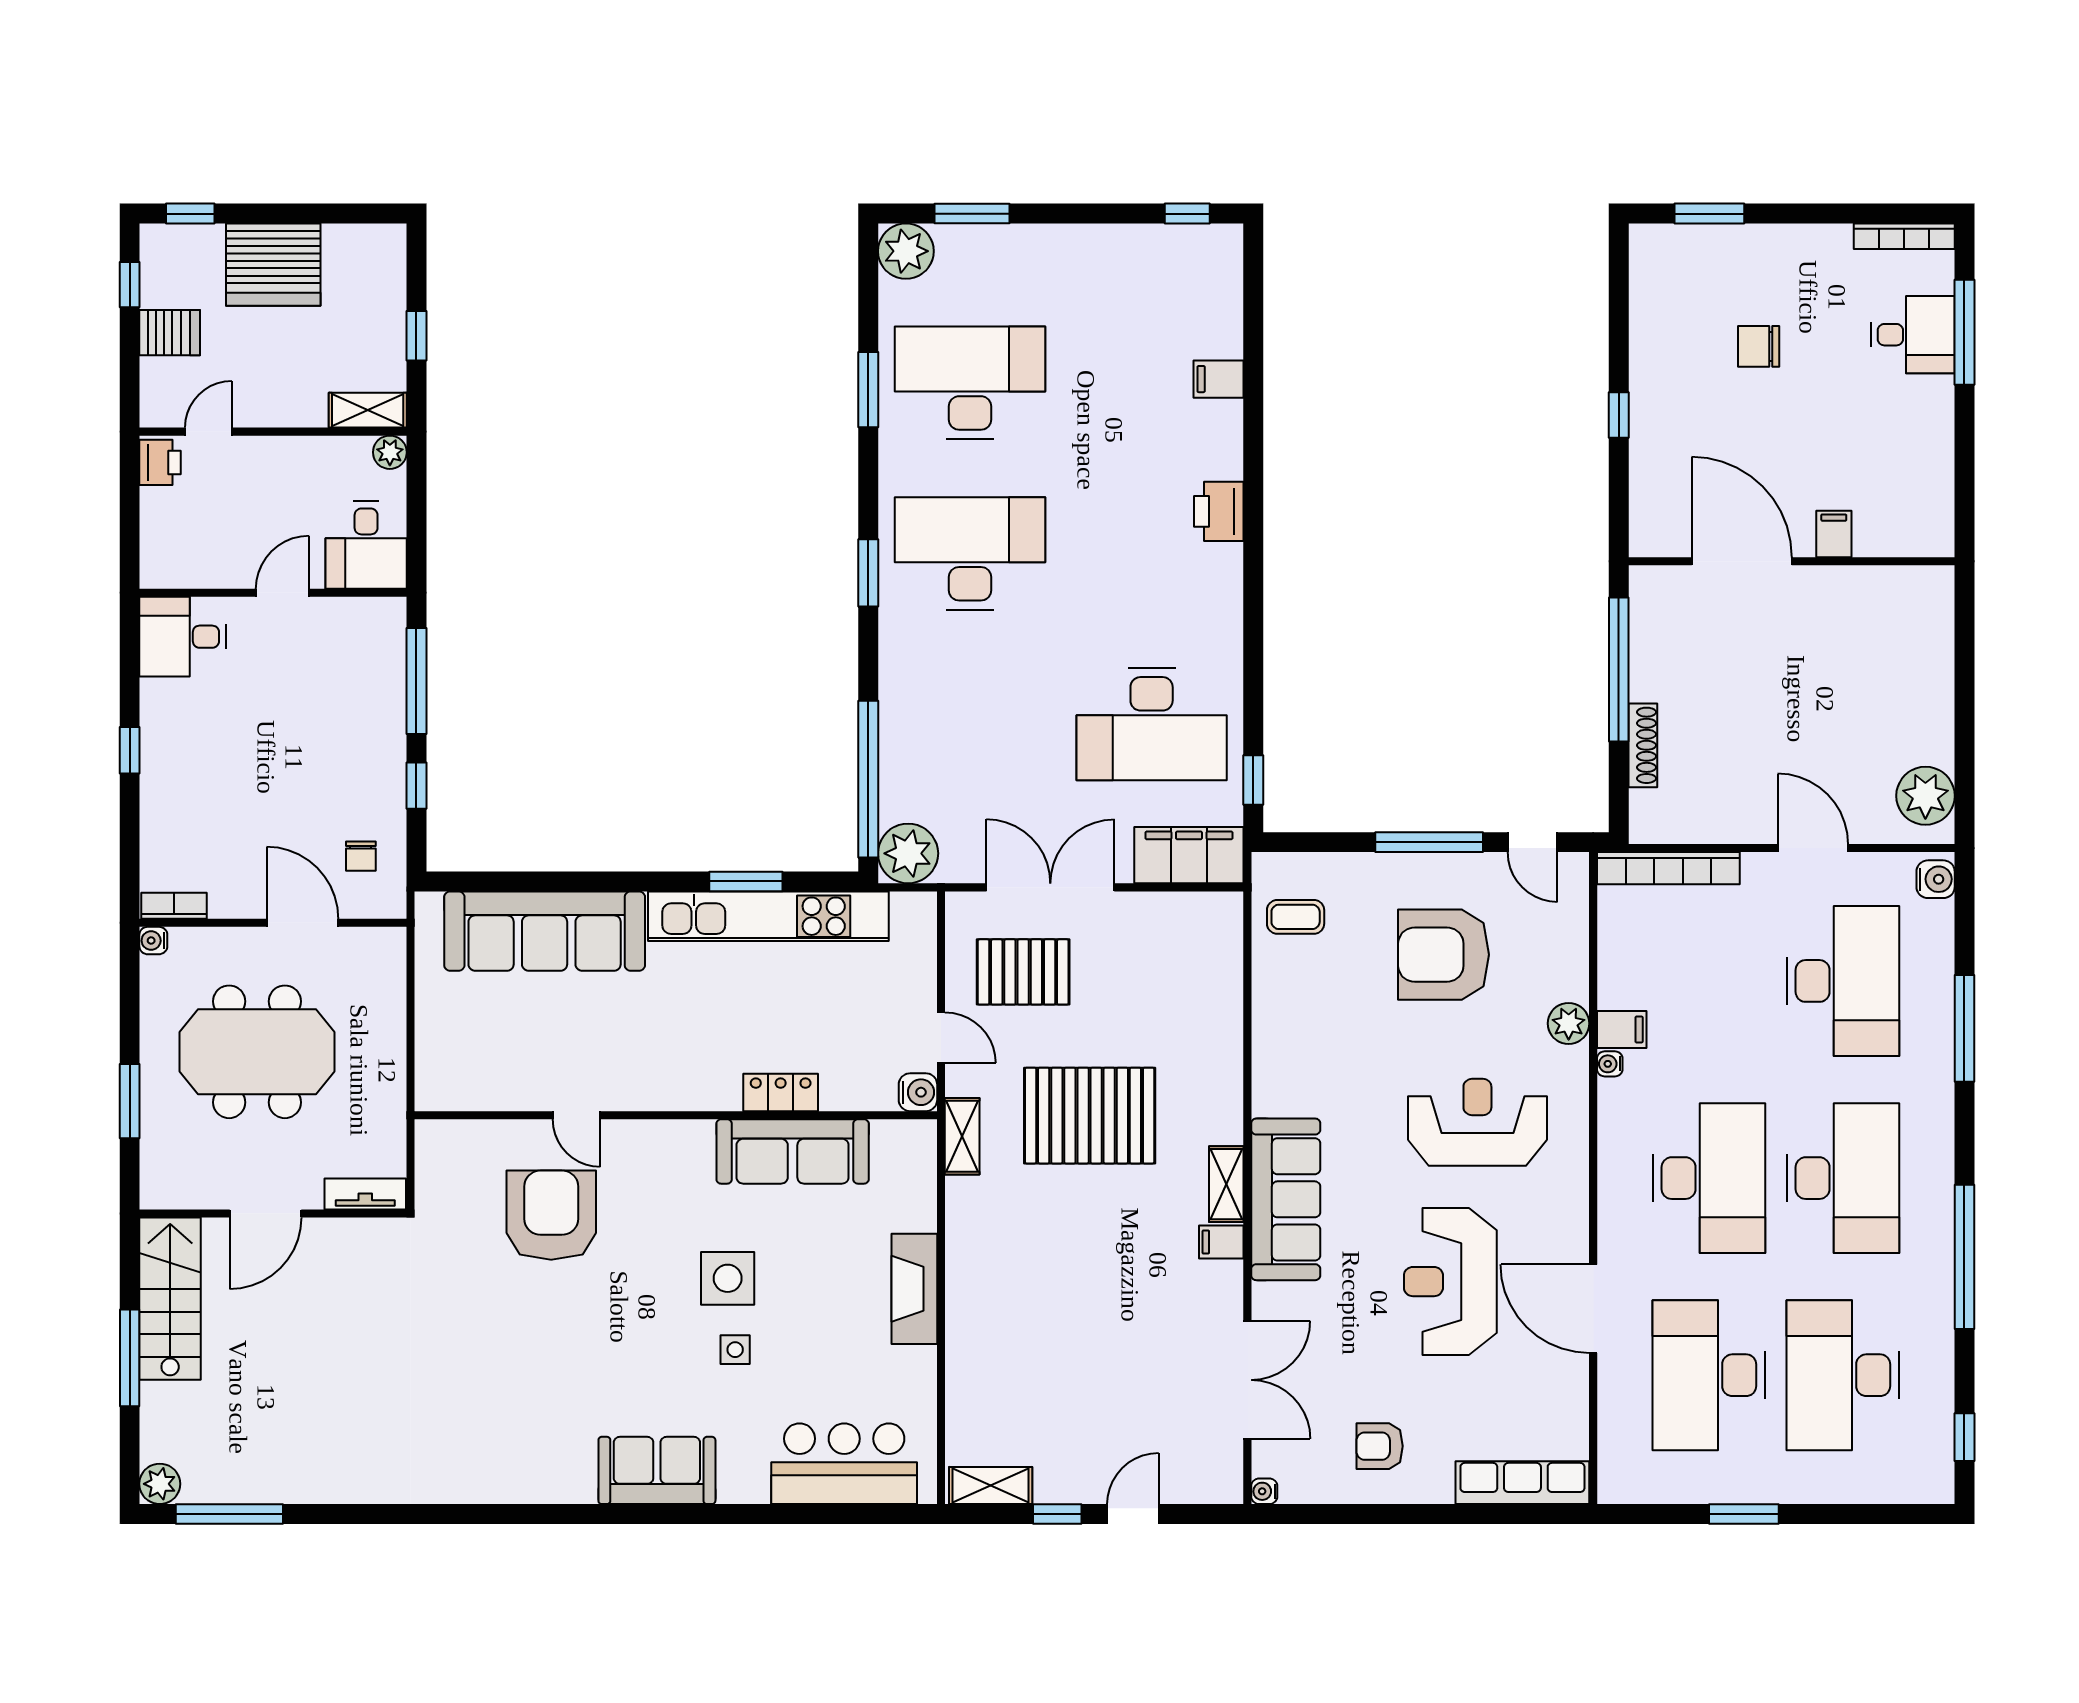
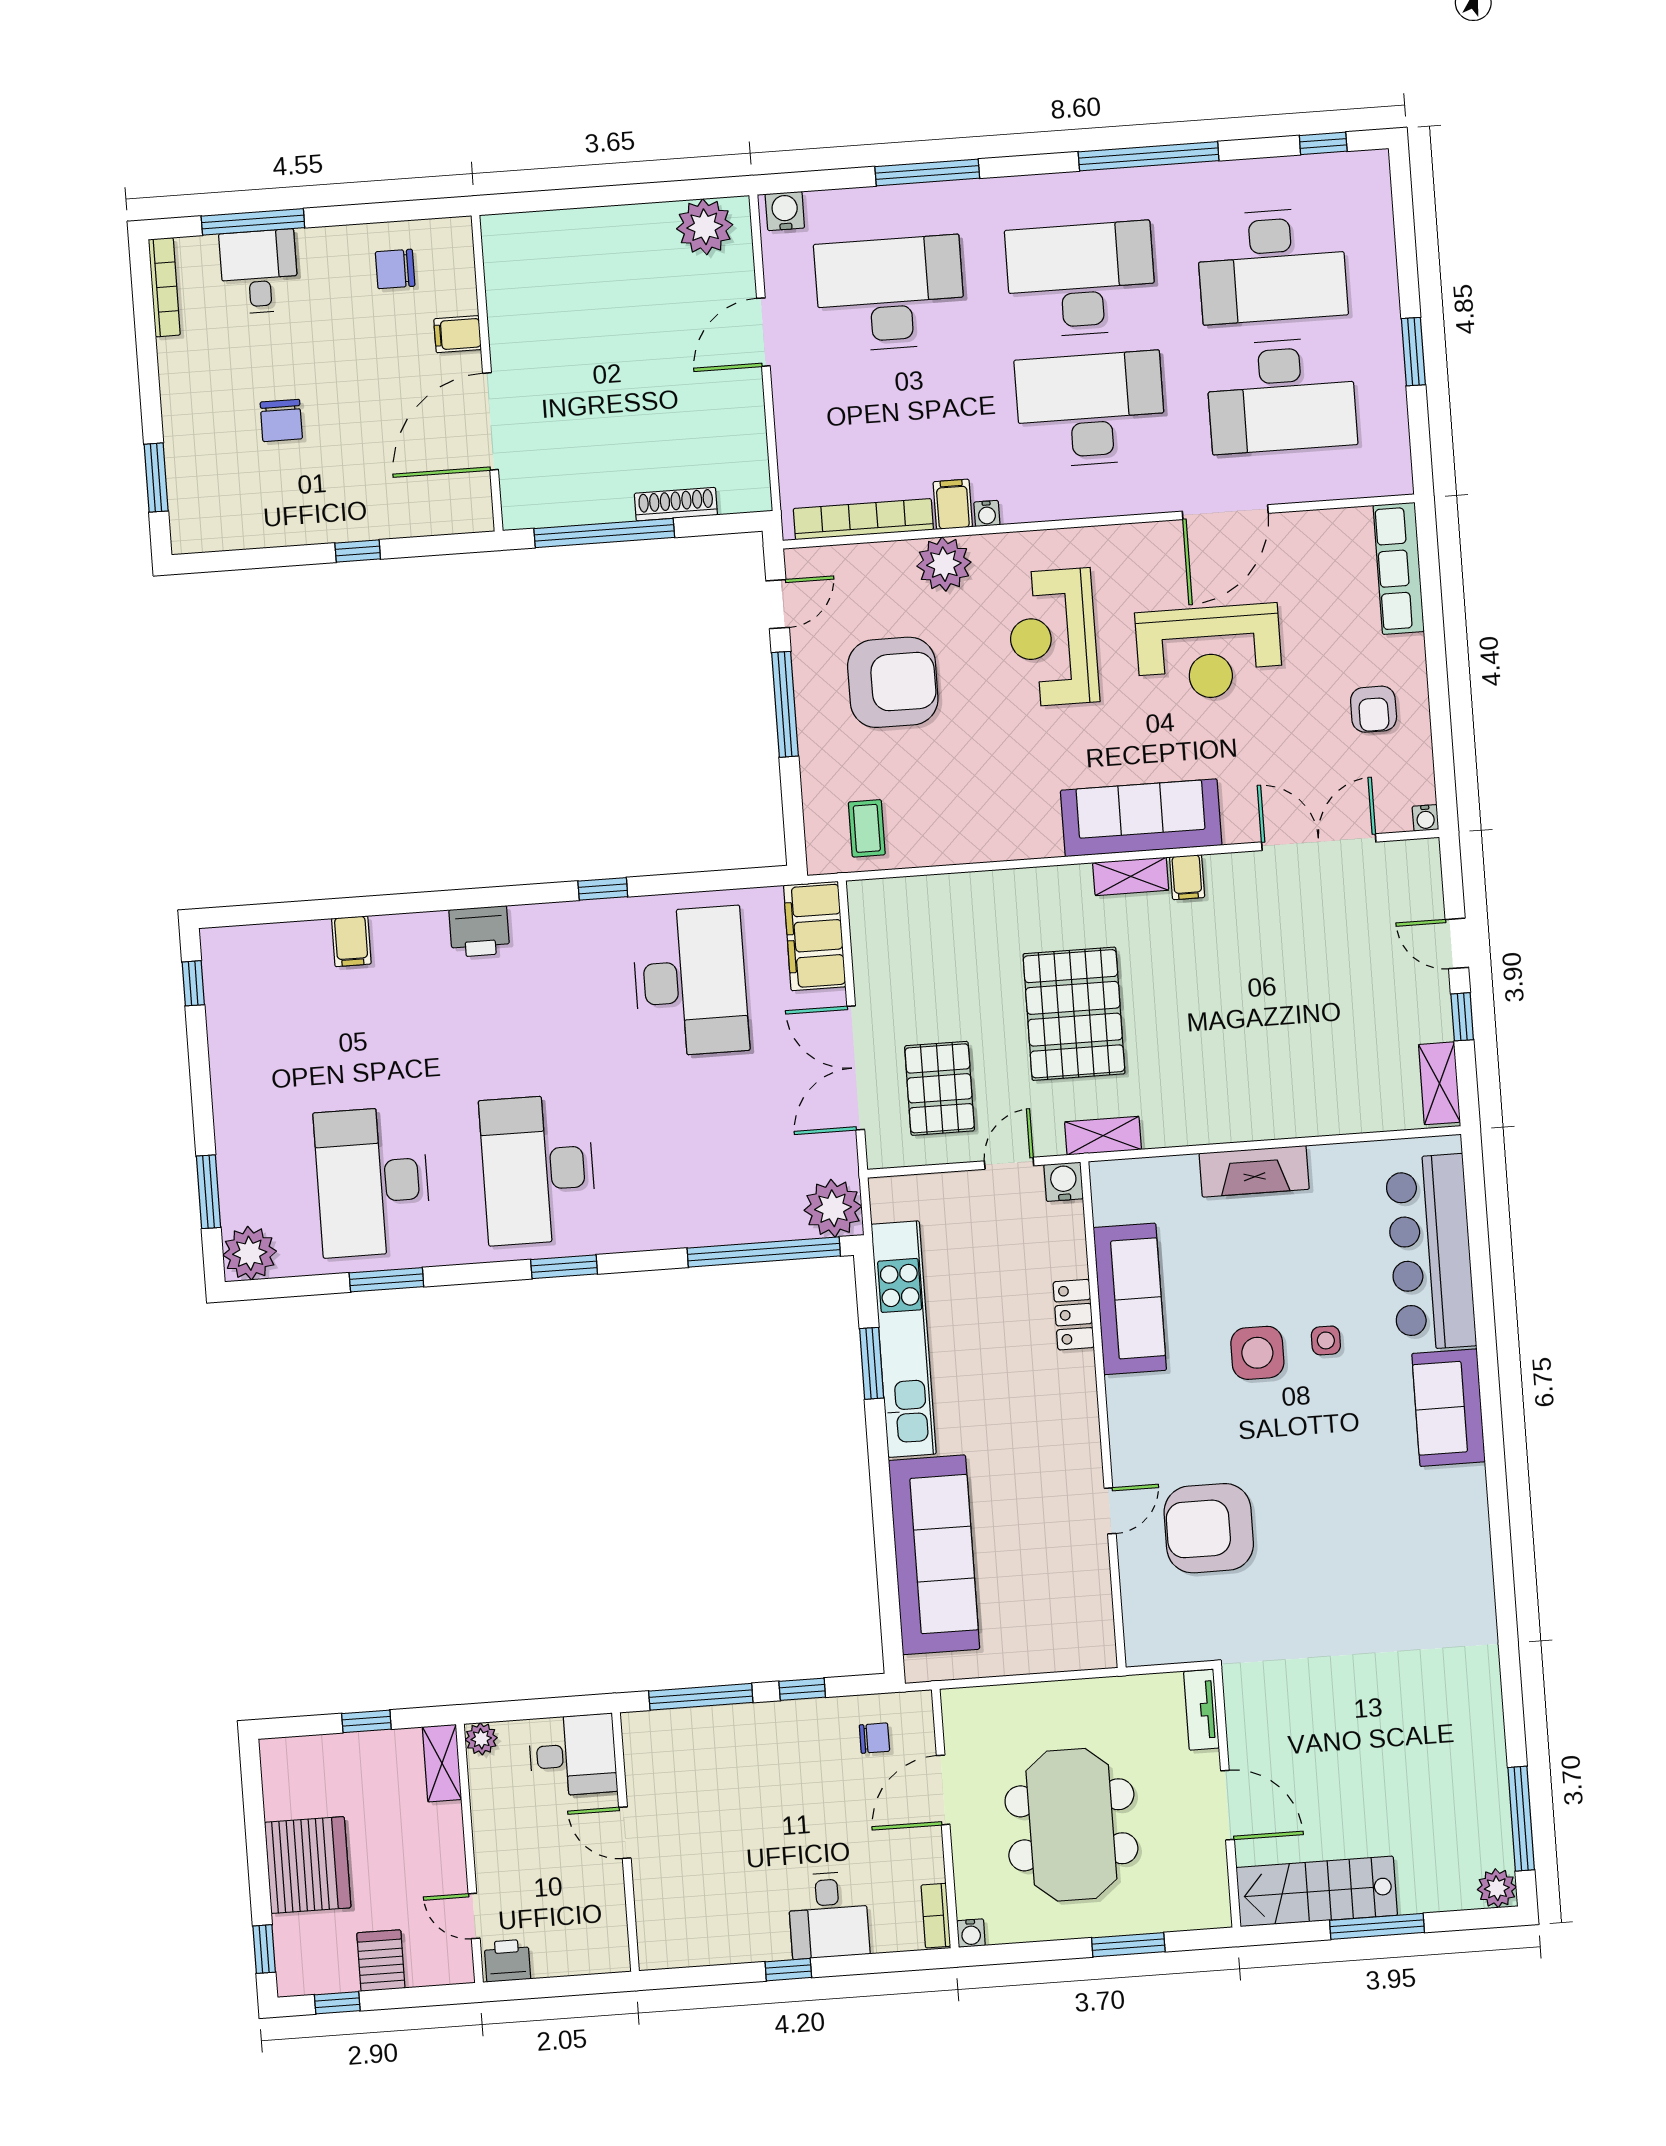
chair: (1905, 475) -> (395, 269), added
desk: (183, 637) -> (828, 1915), moved
window: (1253, 780) -> (603, 889), moved
bookcase: (1668, 868) -> (863, 519), moved, turned -90
armchair: (1443, 955) -> (893, 682), turned -90
plant: (1569, 1023) -> (944, 564), width x1.36, depth x1.36
bar counter: (844, 1464) -> (1431, 1252), width x1.36

